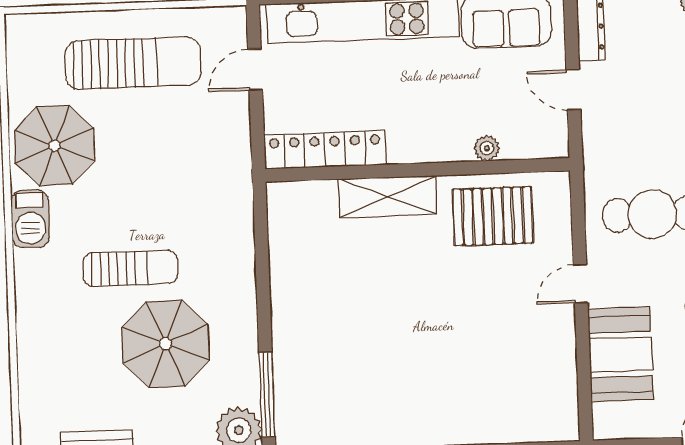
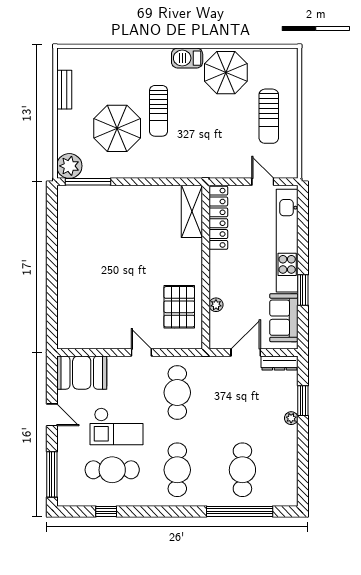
sun lounger: (133, 63) -> (269, 116), width x0.73, depth x0.75
door: (573, 90) -> (246, 353), width x1.38
shelving: (388, 197) -> (192, 211), moved
booth: (620, 354) -> (82, 373), moved

